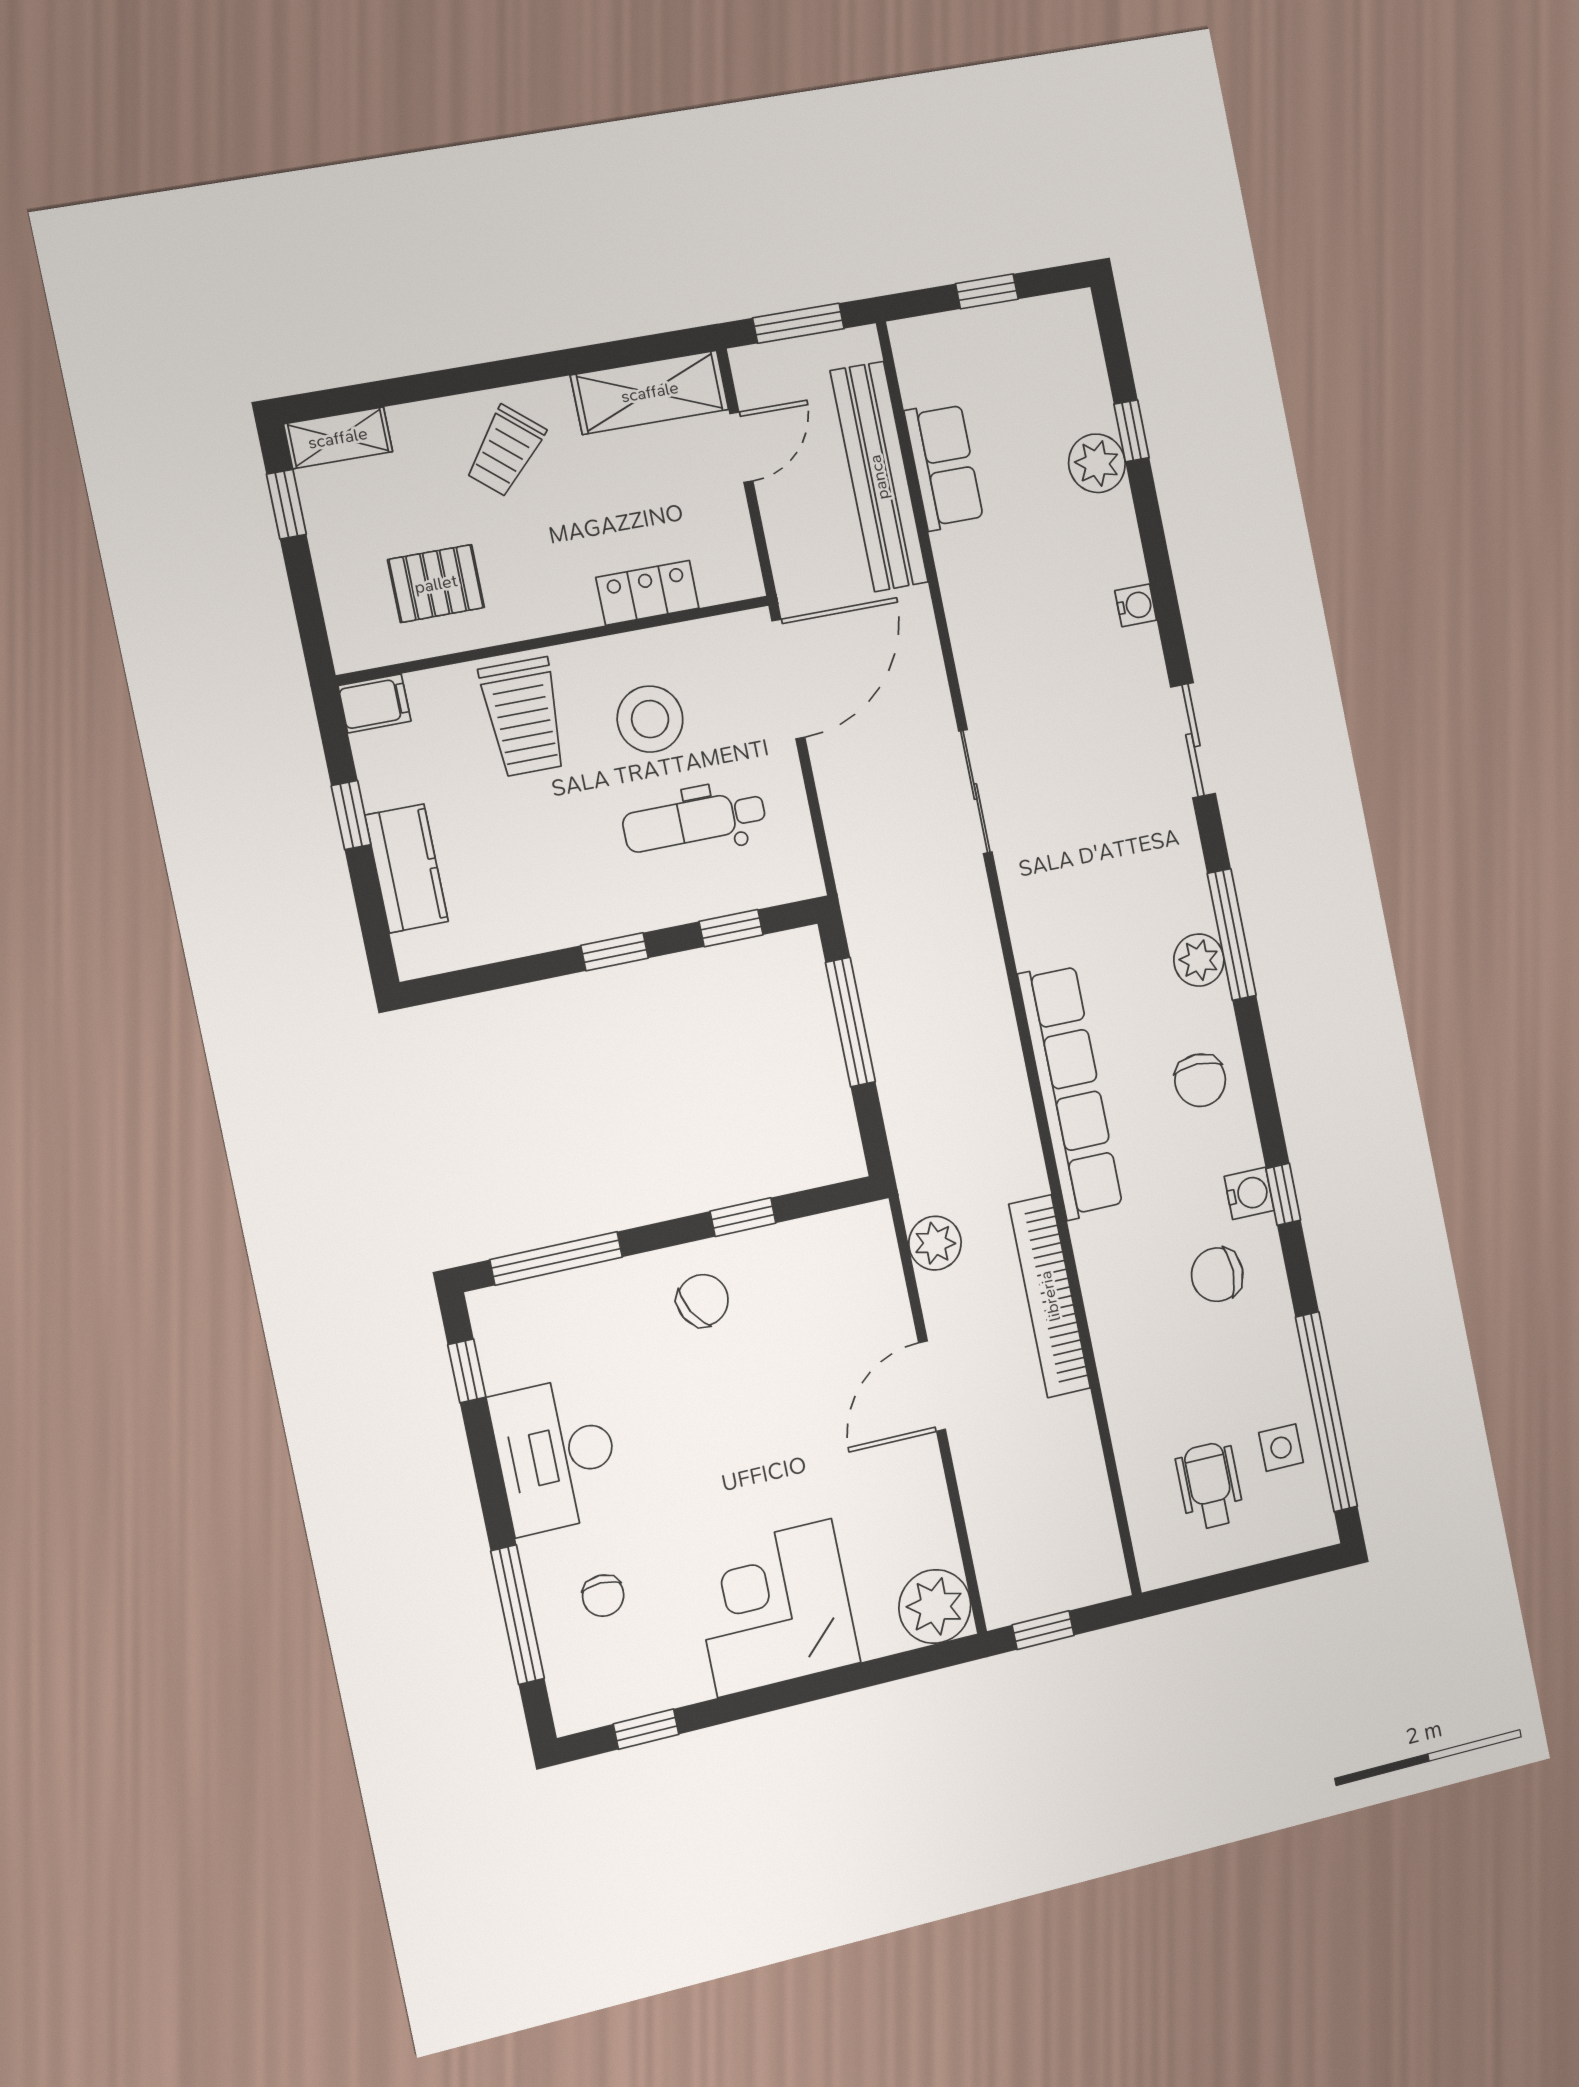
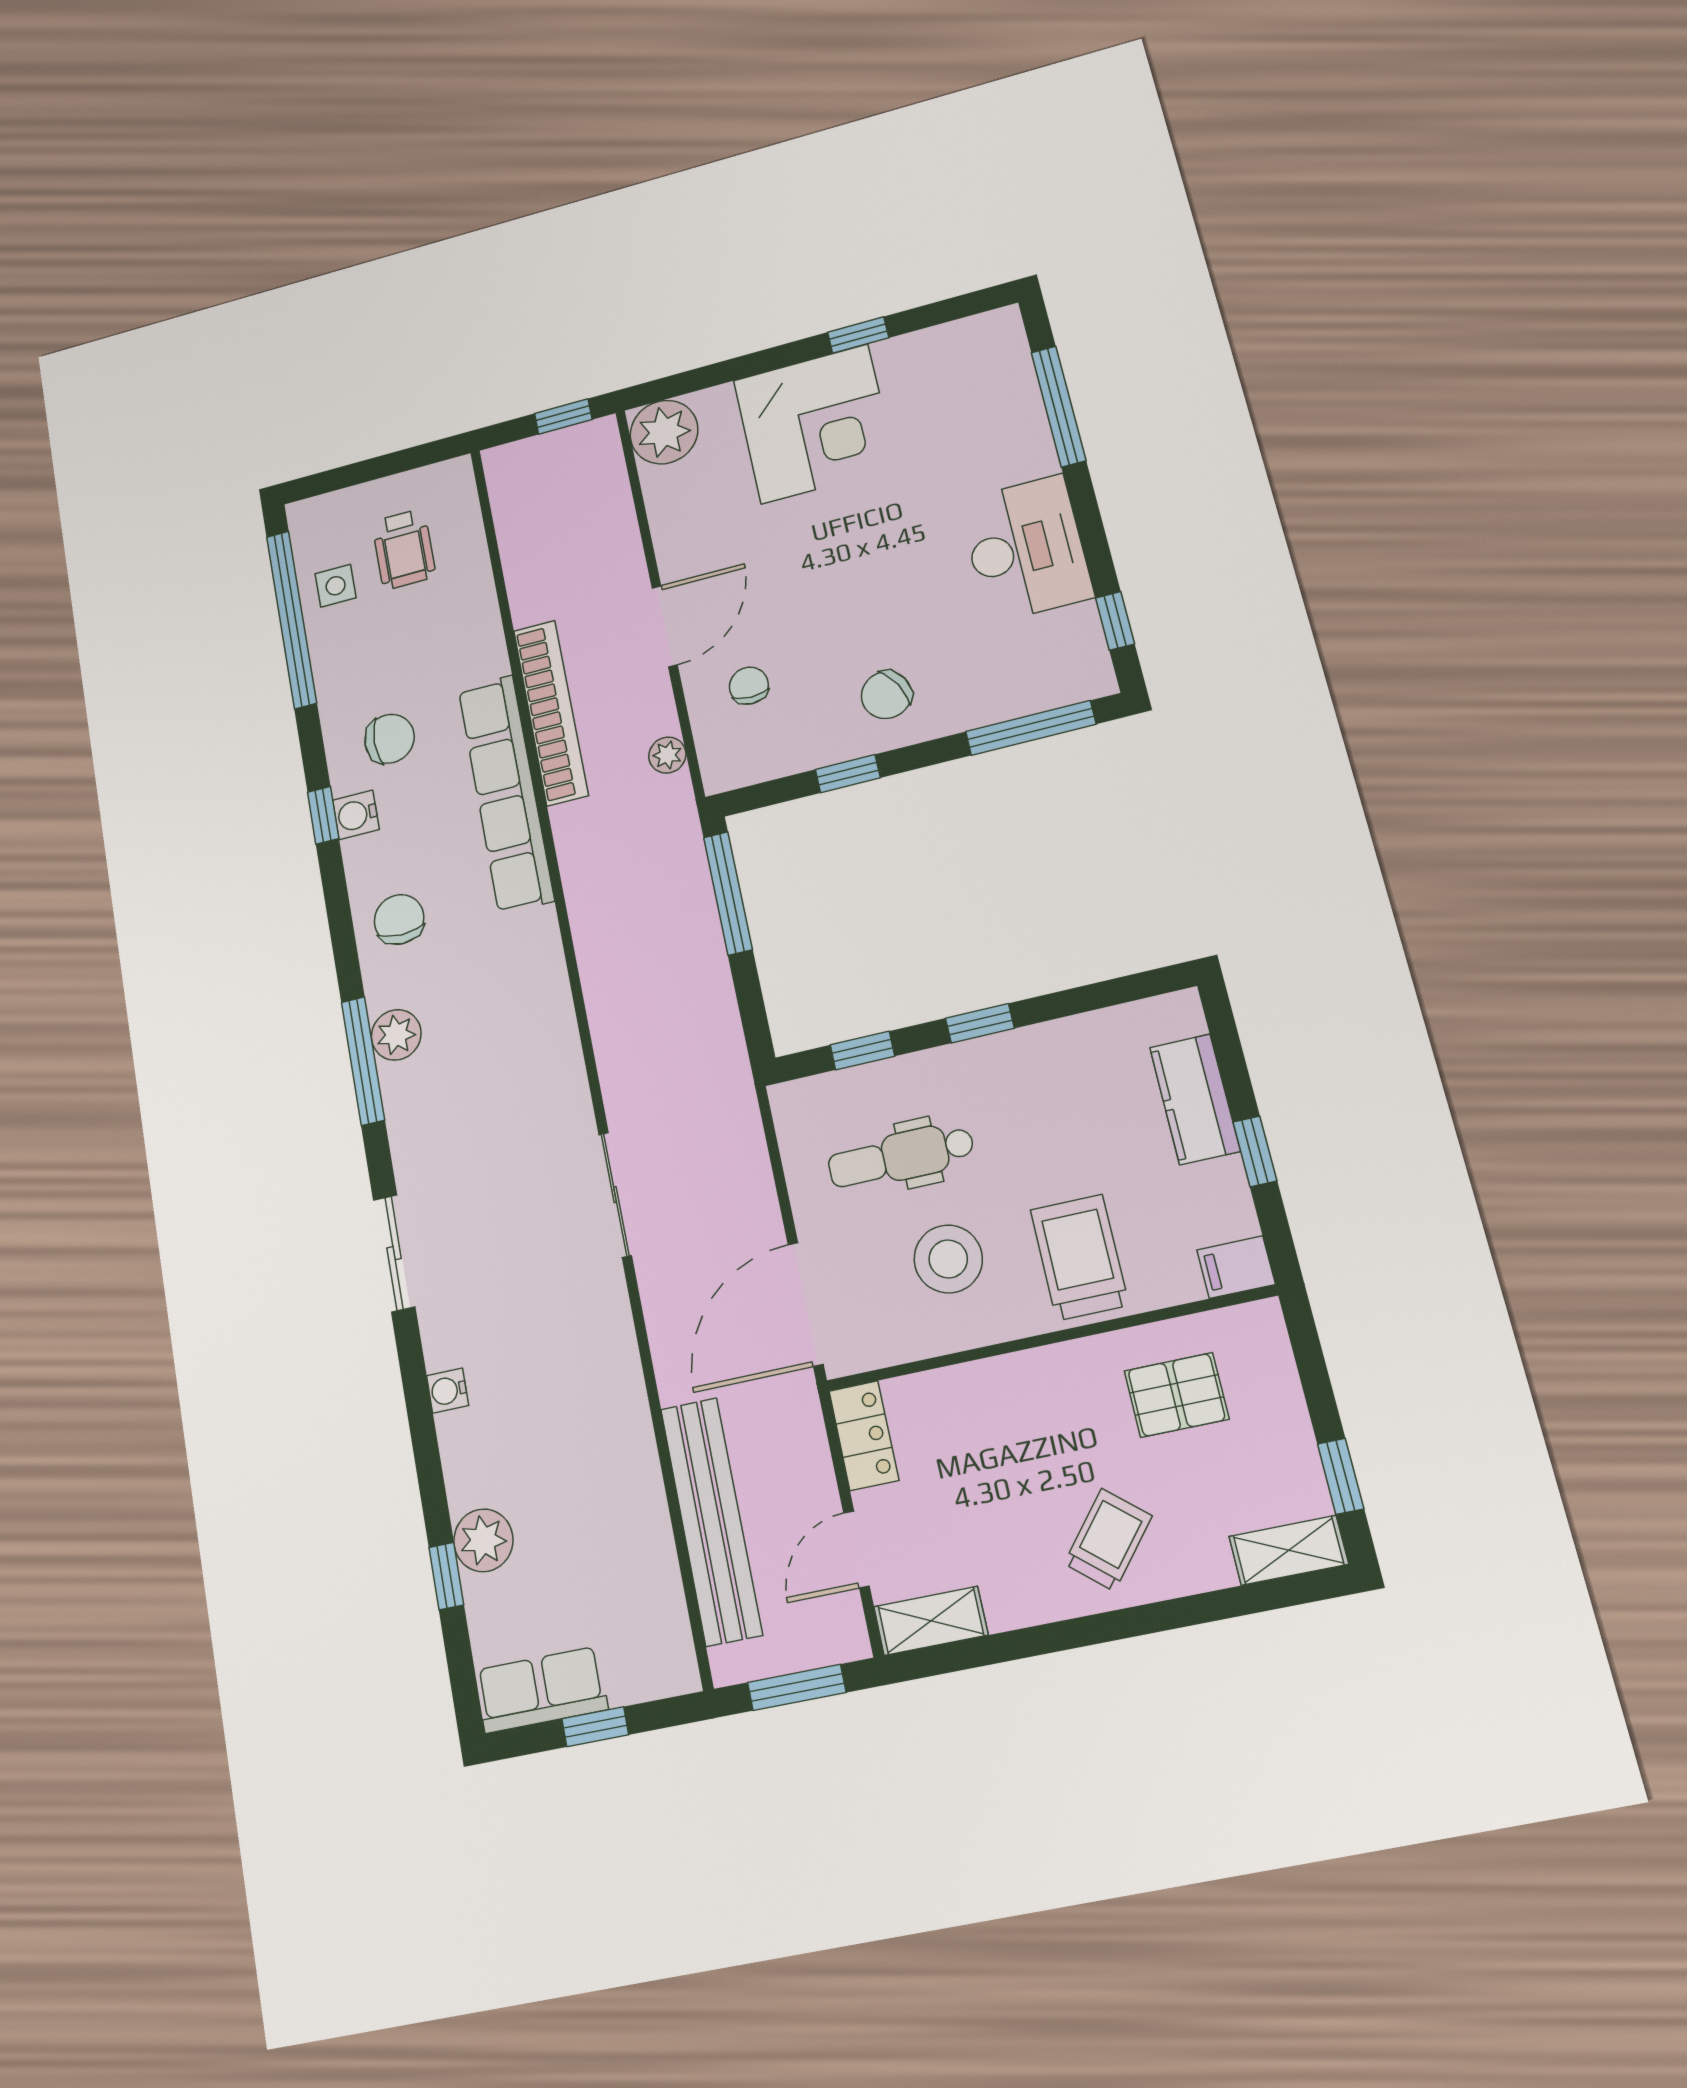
shelving: (650, 392) -> (931, 1621), width x0.67, depth x0.75
row of seats: (944, 466) -> (541, 1690), moved, turned 90
locker: (647, 593) -> (864, 1435), moved, turned -90
dental chair: (694, 821) -> (901, 1156), turned 180
window: (850, 1022) -> (728, 893), moved
row of seats: (1070, 1091) -> (506, 794), moved
plant: (935, 1243) -> (667, 755), width x0.73, depth x0.73
chair: (603, 1596) -> (749, 686), moved
window: (646, 1729) -> (858, 335), moved

